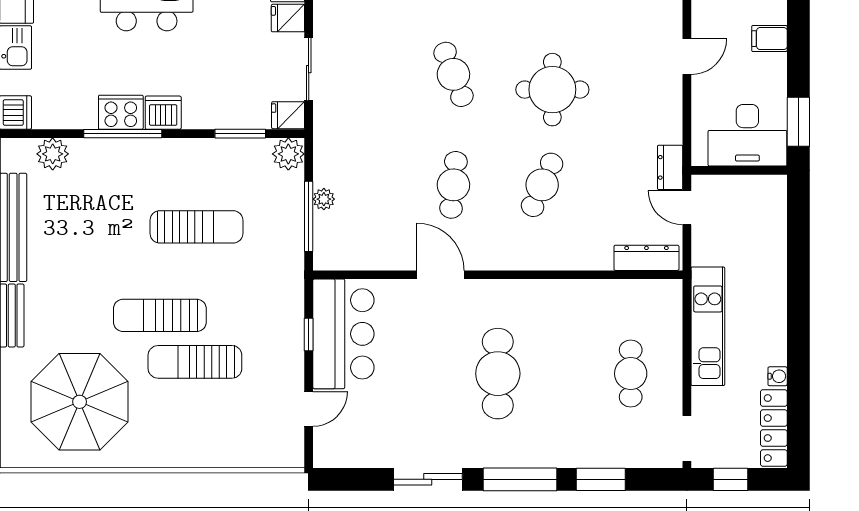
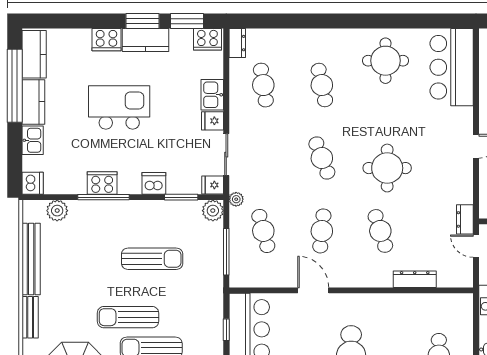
dishwasher: (163, 113) -> (154, 183), moved
cafe table: (365, 185) -> (263, 231), added
cafe table: (542, 185) -> (380, 231), turned -42
plant: (324, 199) -> (236, 199), moved
dresser: (646, 258) -> (415, 279), moved

